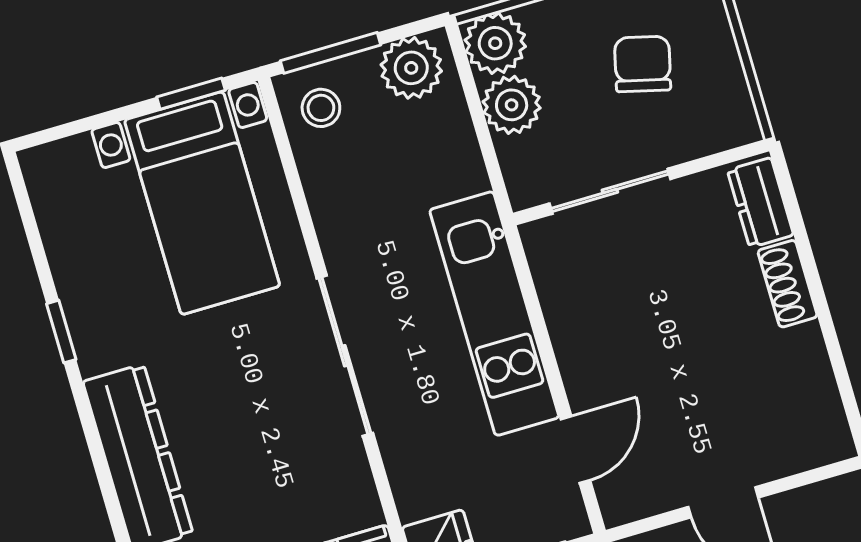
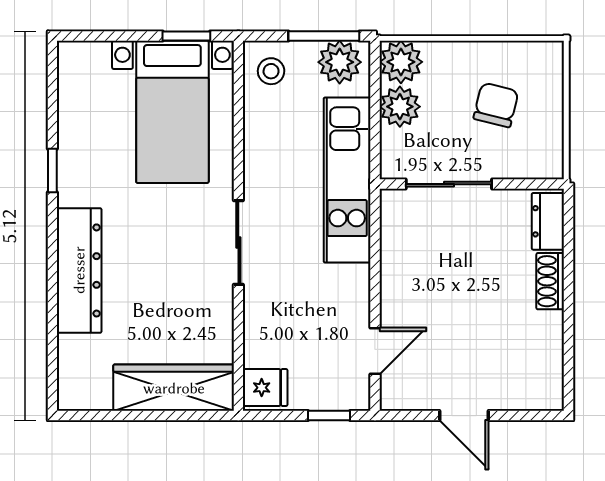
window: (330, 53) -> (324, 36), moved
kitchen unit: (494, 314) -> (347, 180), moved
sliding door: (345, 356) -> (238, 242), width x0.73

